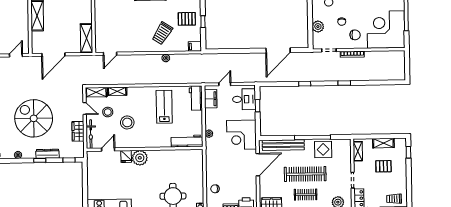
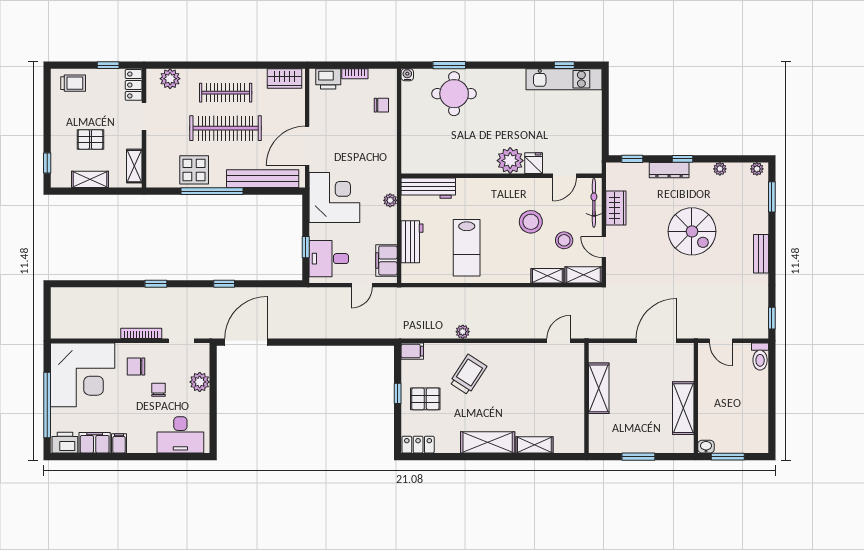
shelving: (86, 38) -> (599, 388), moved
door: (278, 50) -> (246, 342), moved
door: (16, 55) -> (721, 341), hinge flipped
workbench: (196, 98) -> (412, 242), moved
spiral stairs: (34, 118) -> (692, 231), width x0.73, depth x0.73
clothes rail: (306, 195) -> (226, 93), width x1.36

